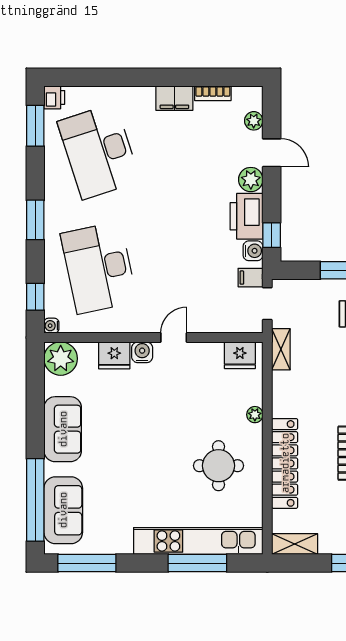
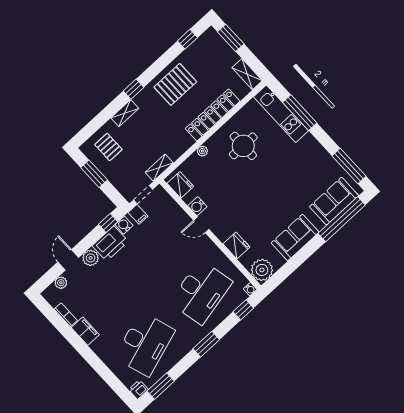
water cooler: (142, 352) -> (197, 206), moved
kitchen unit: (198, 541) -> (281, 114), width x0.73

